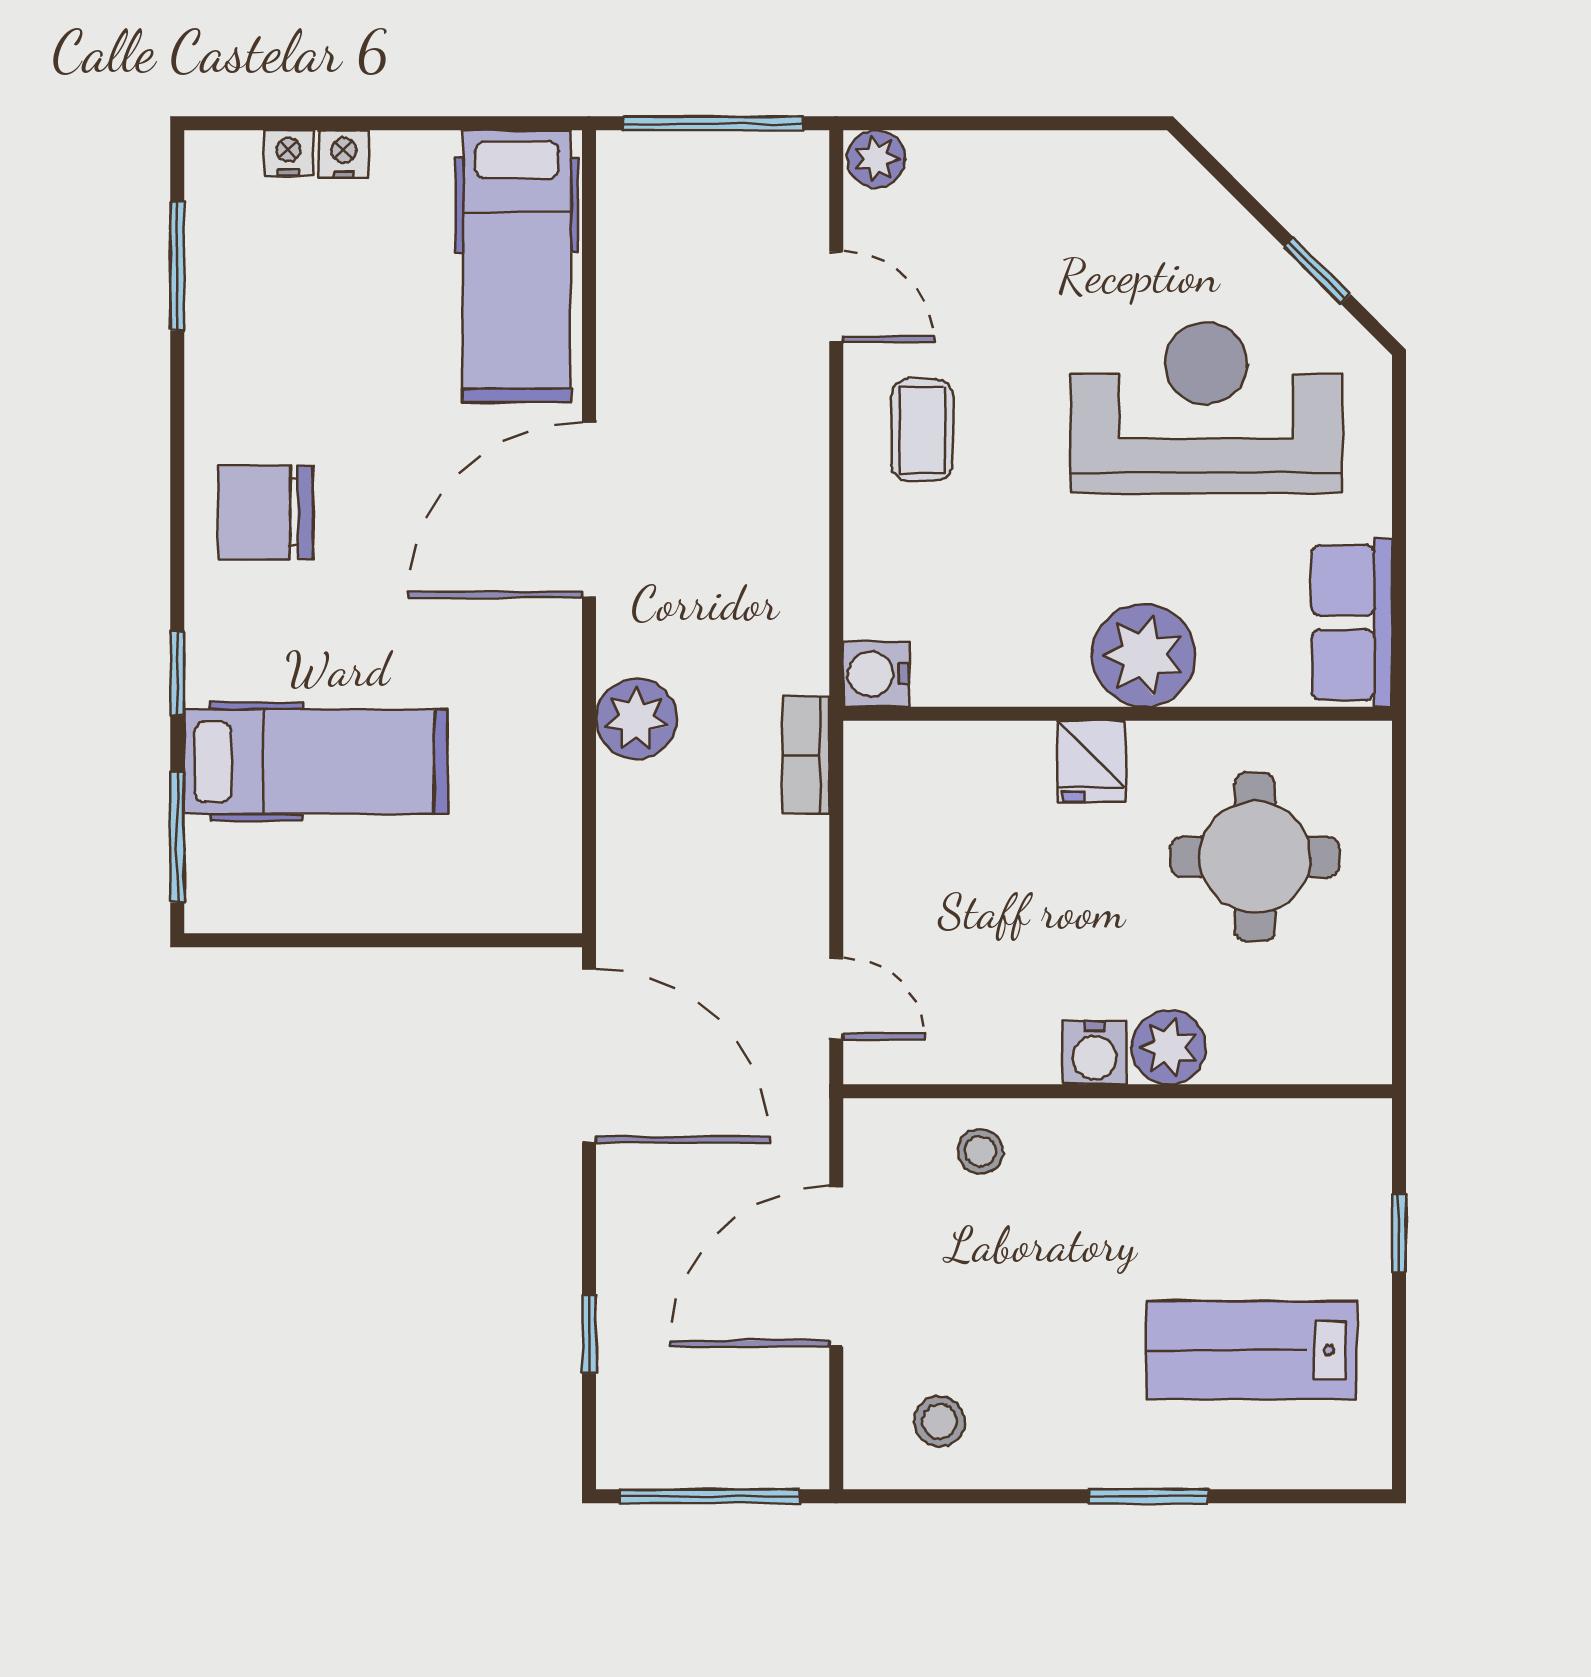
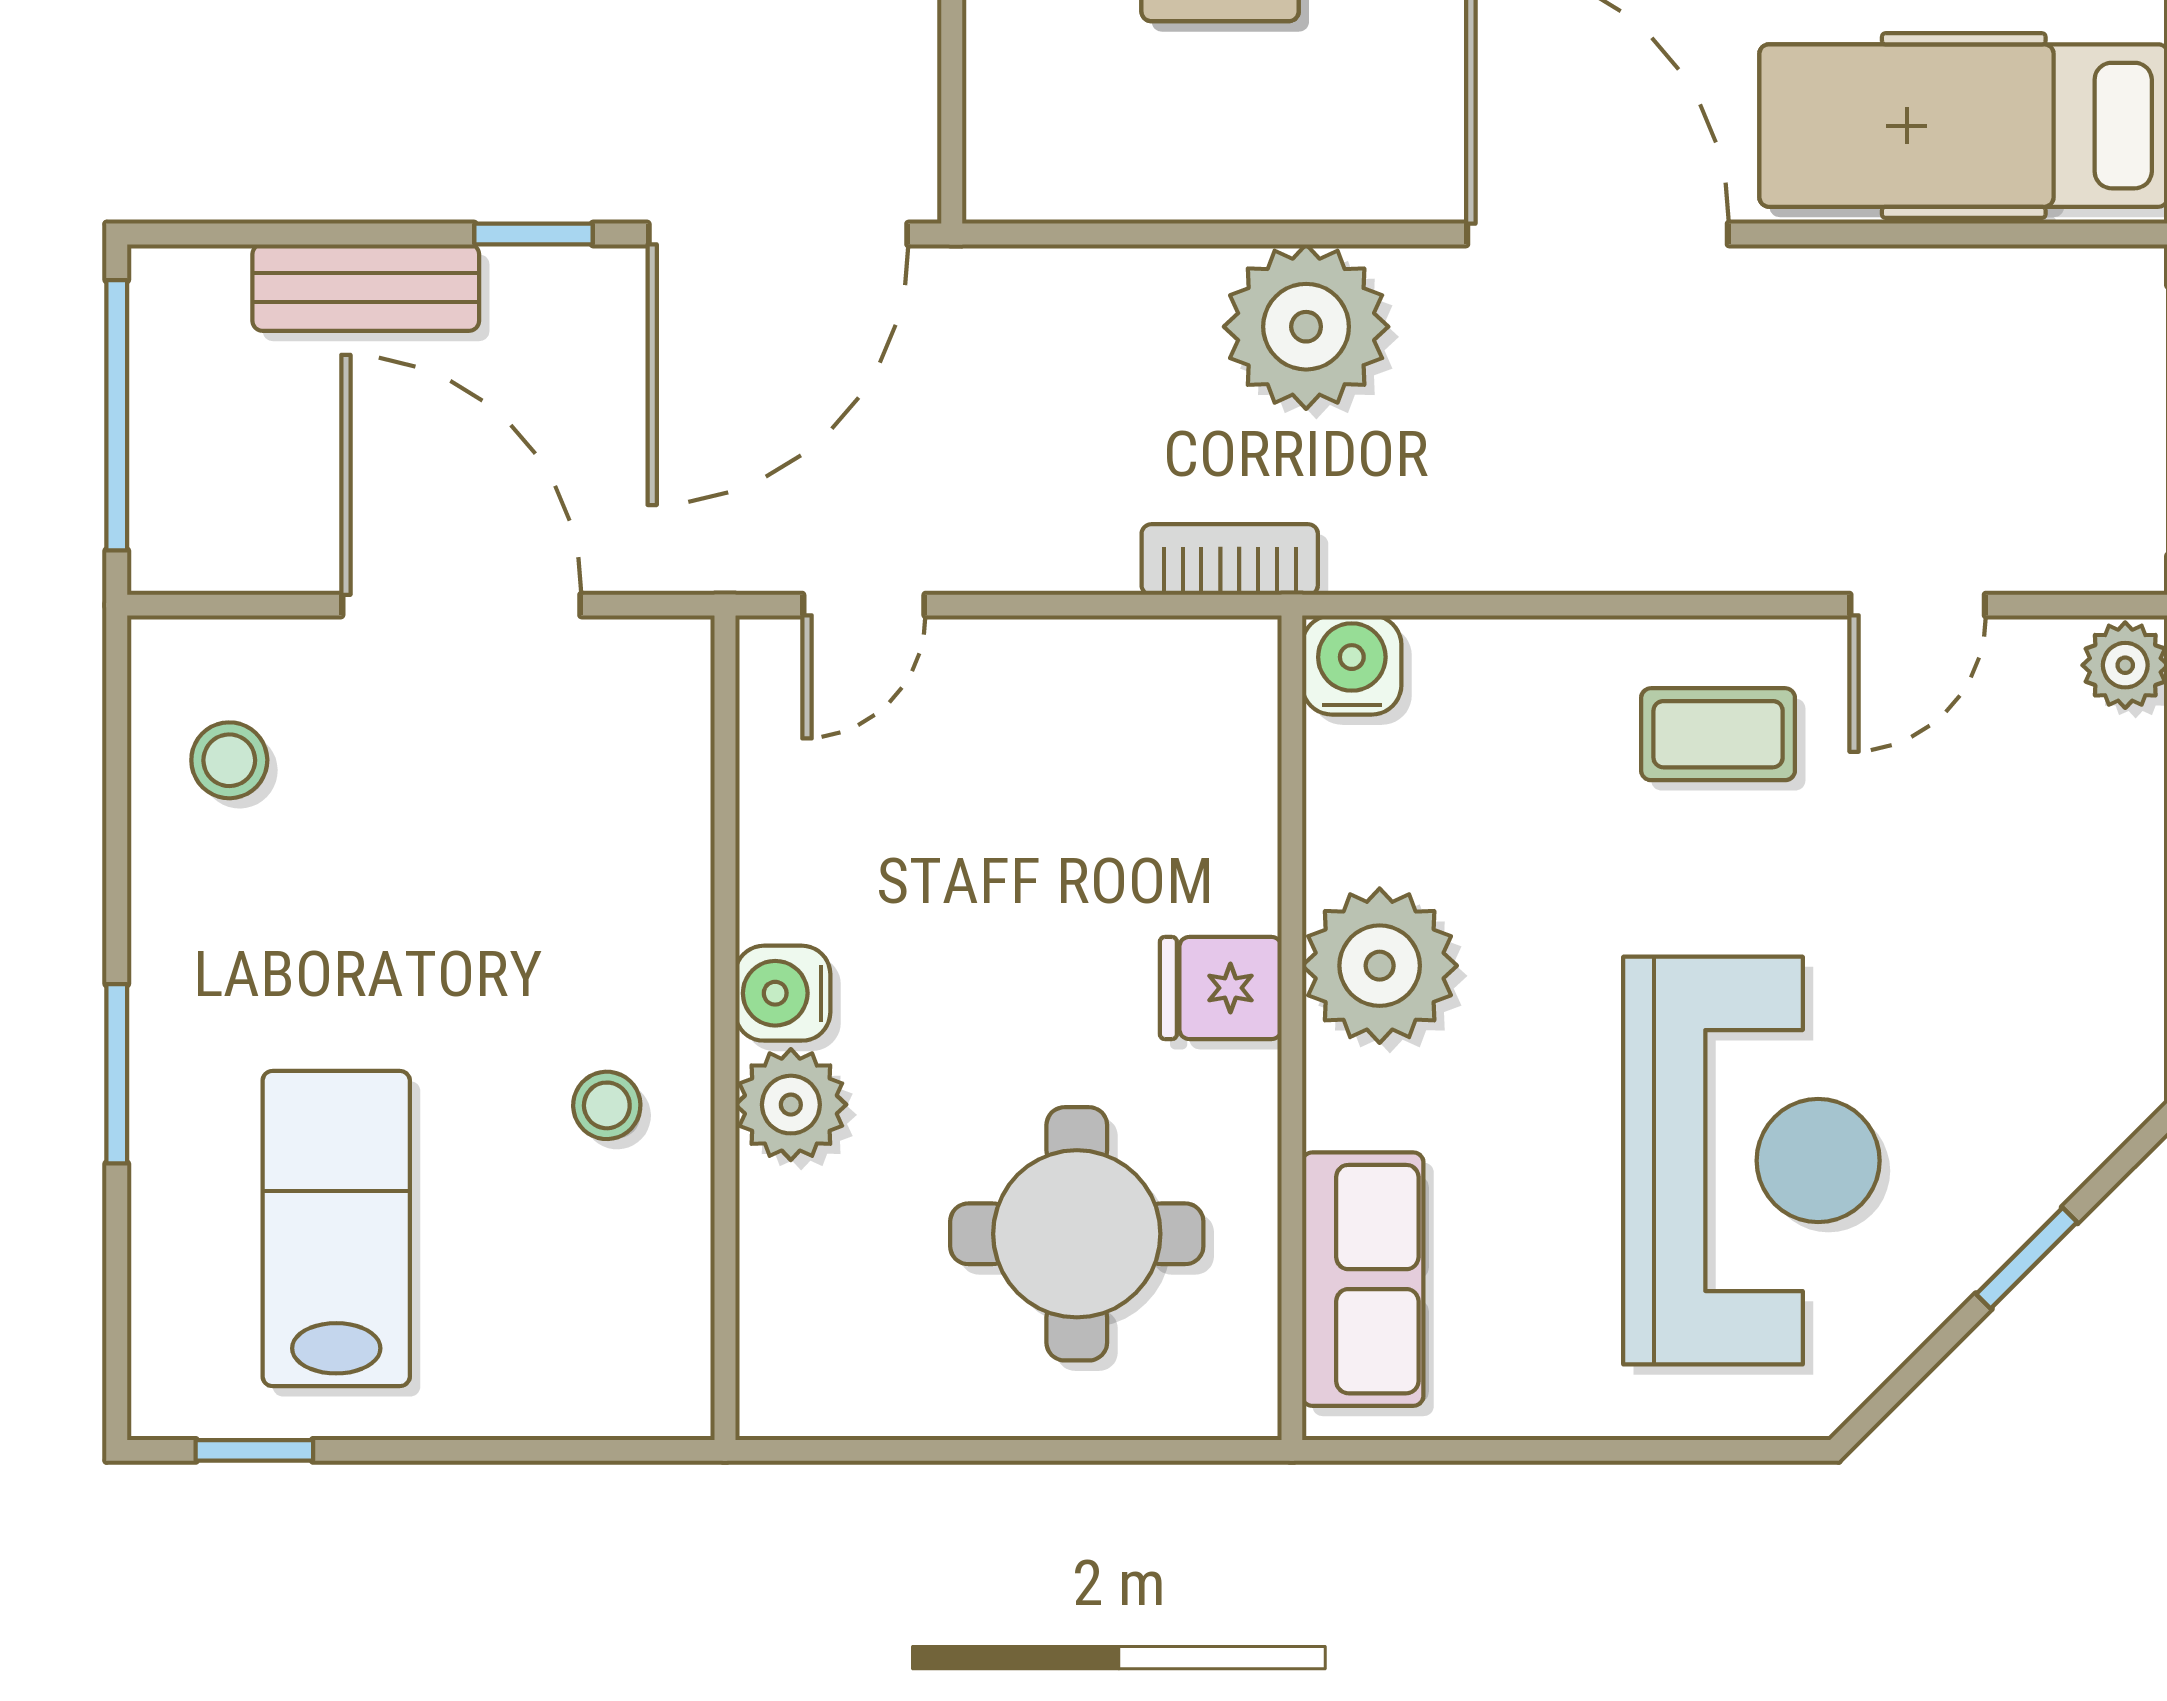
window: (1317, 270) -> (2027, 1258), moved
row of seats: (1352, 622) -> (1363, 1279), moved, turned 90
plant: (1144, 655) -> (1380, 966), moved
plant: (636, 719) -> (1306, 327), width x1.36, depth x1.36
stool: (980, 1151) -> (607, 1105), moved
window: (1399, 1233) -> (254, 1450), moved
bench: (625, 1330) -> (366, 288), added
window: (589, 1334) -> (534, 234), moved

